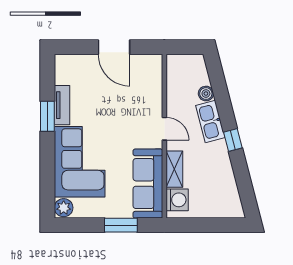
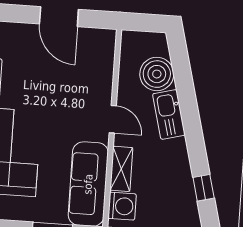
boiler: (206, 94) -> (157, 74), width x1.86, depth x1.86
window: (233, 140) -> (204, 188), moved

